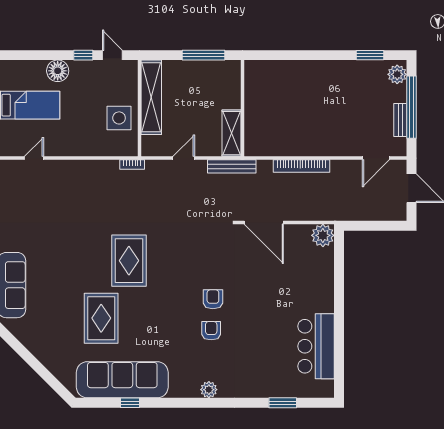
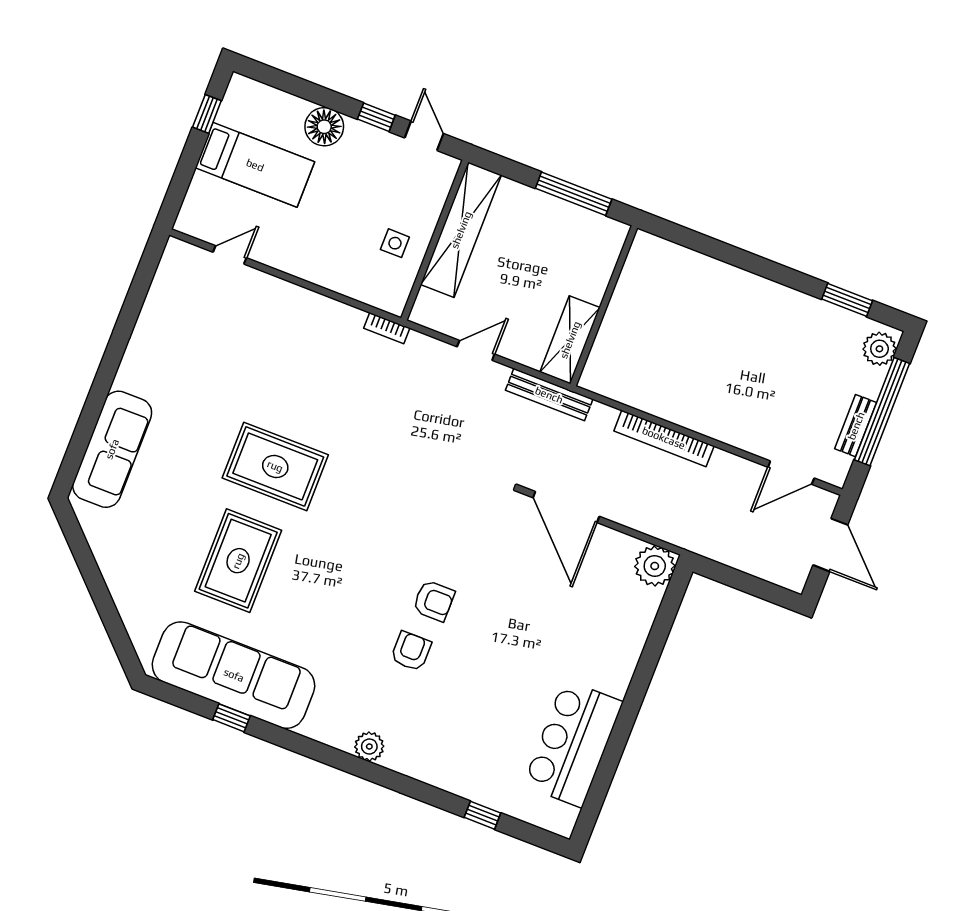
side table: (119, 118) -> (395, 243), width x0.54, depth x0.54
rug: (129, 261) -> (275, 466), moved, turned 90
armchair: (213, 299) -> (434, 601), turned 90
window: (283, 403) -> (482, 815), width x0.67

